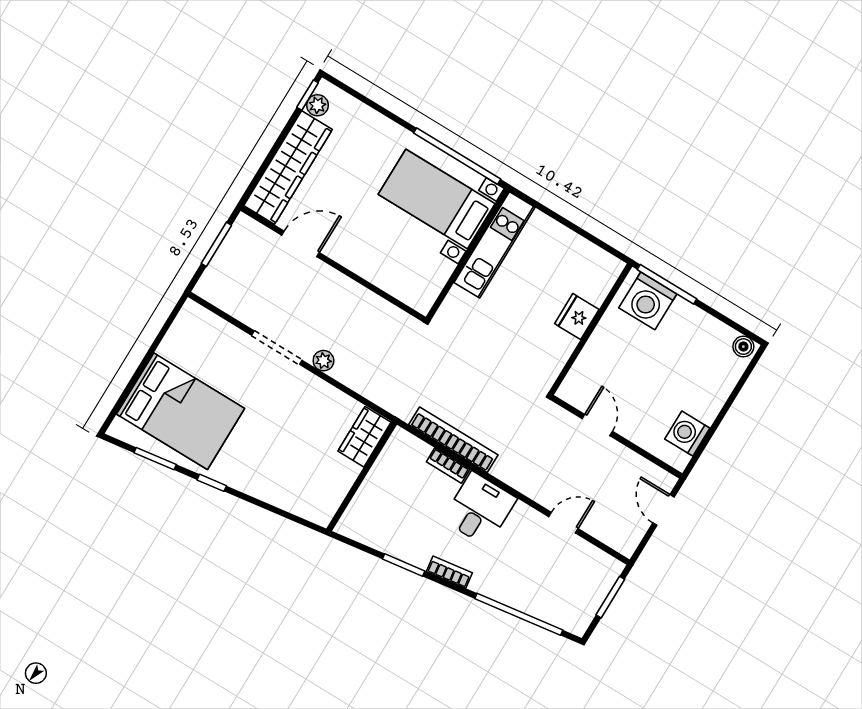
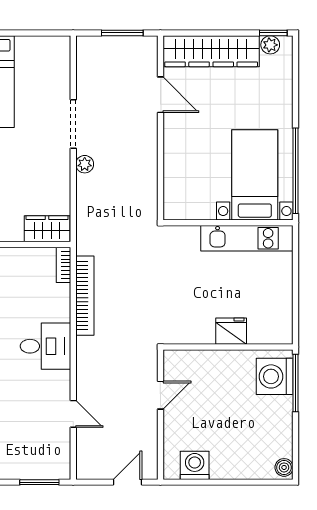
bookcase: (448, 465) -> (63, 265), moved

